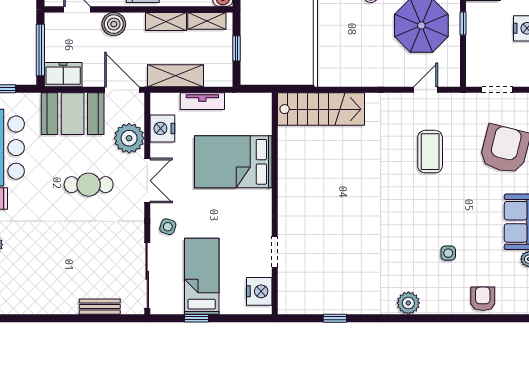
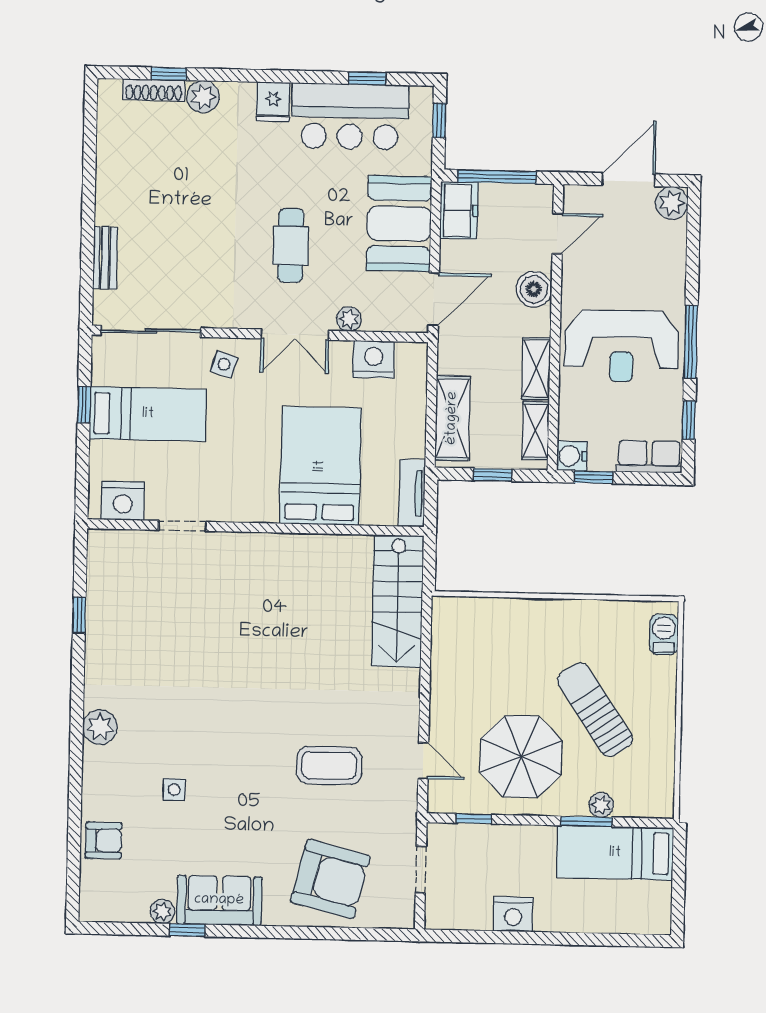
window: (463, 23) -> (474, 819), moved
shelving: (175, 76) -> (452, 418), moved
tv unit: (202, 101) -> (412, 493), moved
plant: (129, 138) -> (349, 319), width x0.53, depth x0.53

